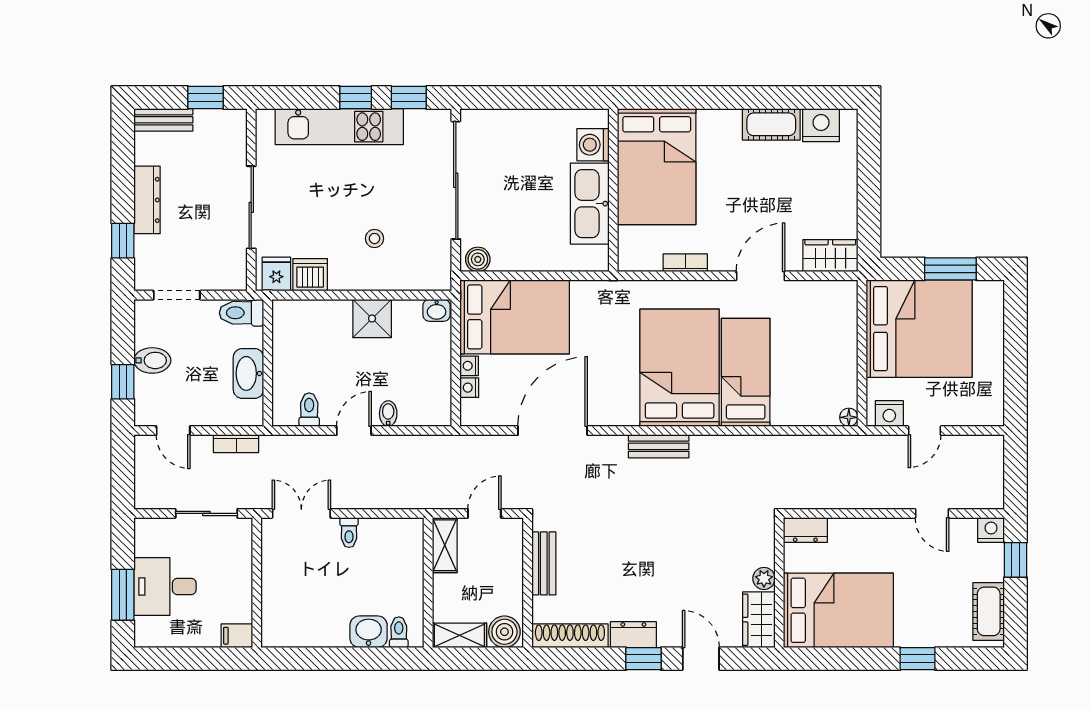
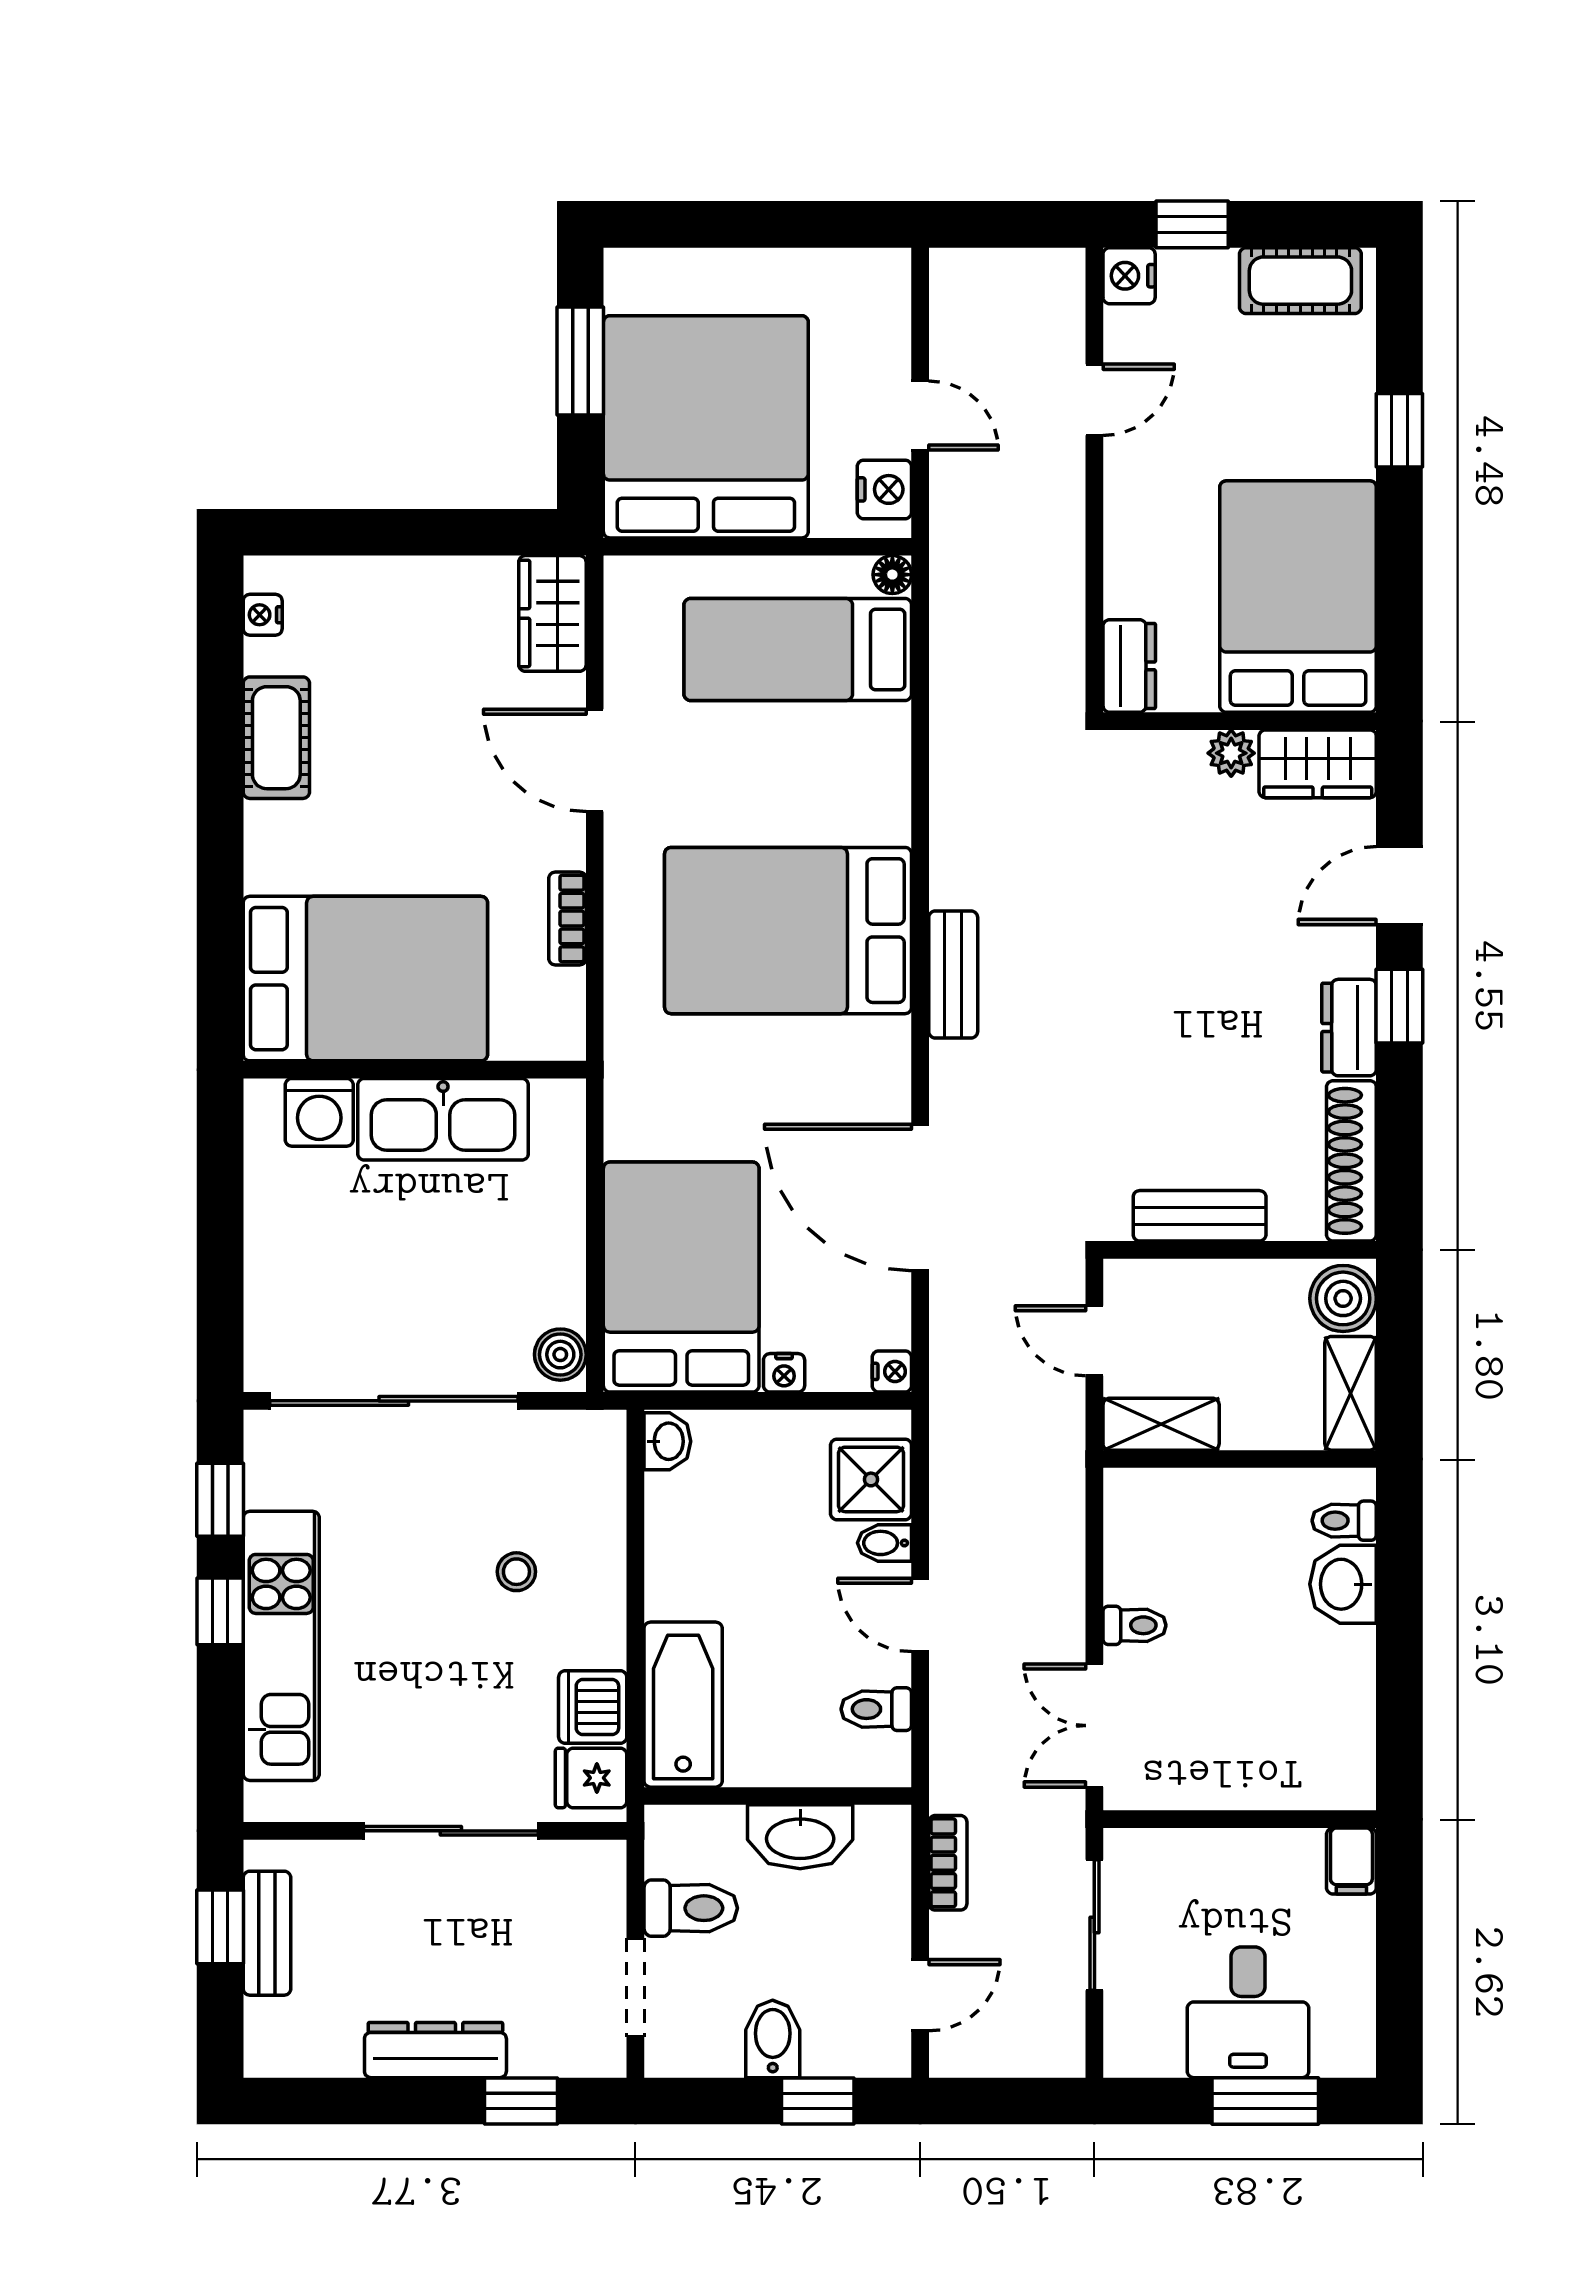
bench: (163, 120) -> (267, 1933), moved
nightstand: (821, 125) -> (263, 615), width x0.53, depth x0.56
toilet: (241, 313) -> (691, 1908), moved, turned -90
bathtub: (311, 318) -> (683, 1705), added
shower: (372, 319) -> (871, 1479), moved
bed: (746, 372) -> (798, 650), moved
nightstand: (469, 388) -> (892, 1371), moved, turned -90

